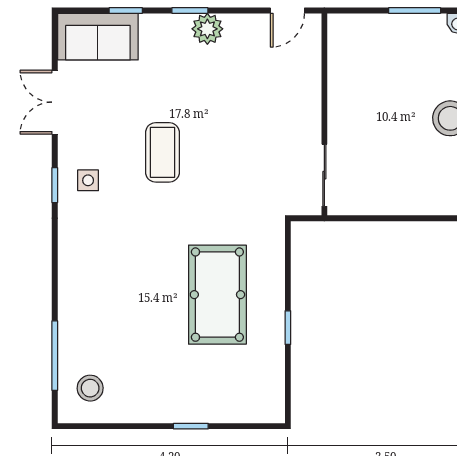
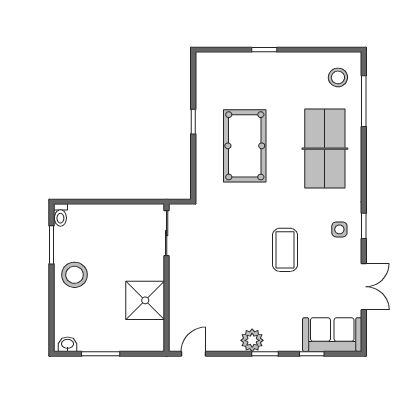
shower: (353, 83) -> (145, 300), added
table tennis table: (108, 291) -> (325, 149), added

